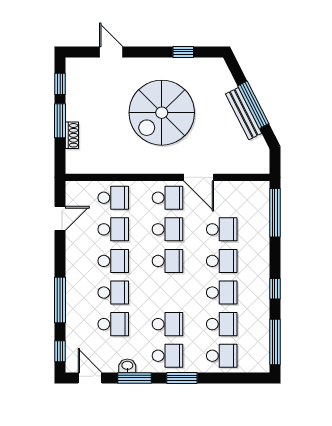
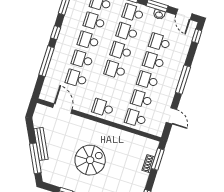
window: (253, 105) -> (35, 158), moved
spiral stairs: (162, 113) -> (90, 160), width x0.73, depth x0.73
window: (60, 121) -> (158, 159), moved
door: (199, 177) -> (62, 109), moved
window: (275, 213) -> (47, 61), moved
door: (60, 218) -> (171, 116), swing flipped
school desk: (168, 229) -> (121, 51), moved
window: (60, 300) -> (183, 80), moved

